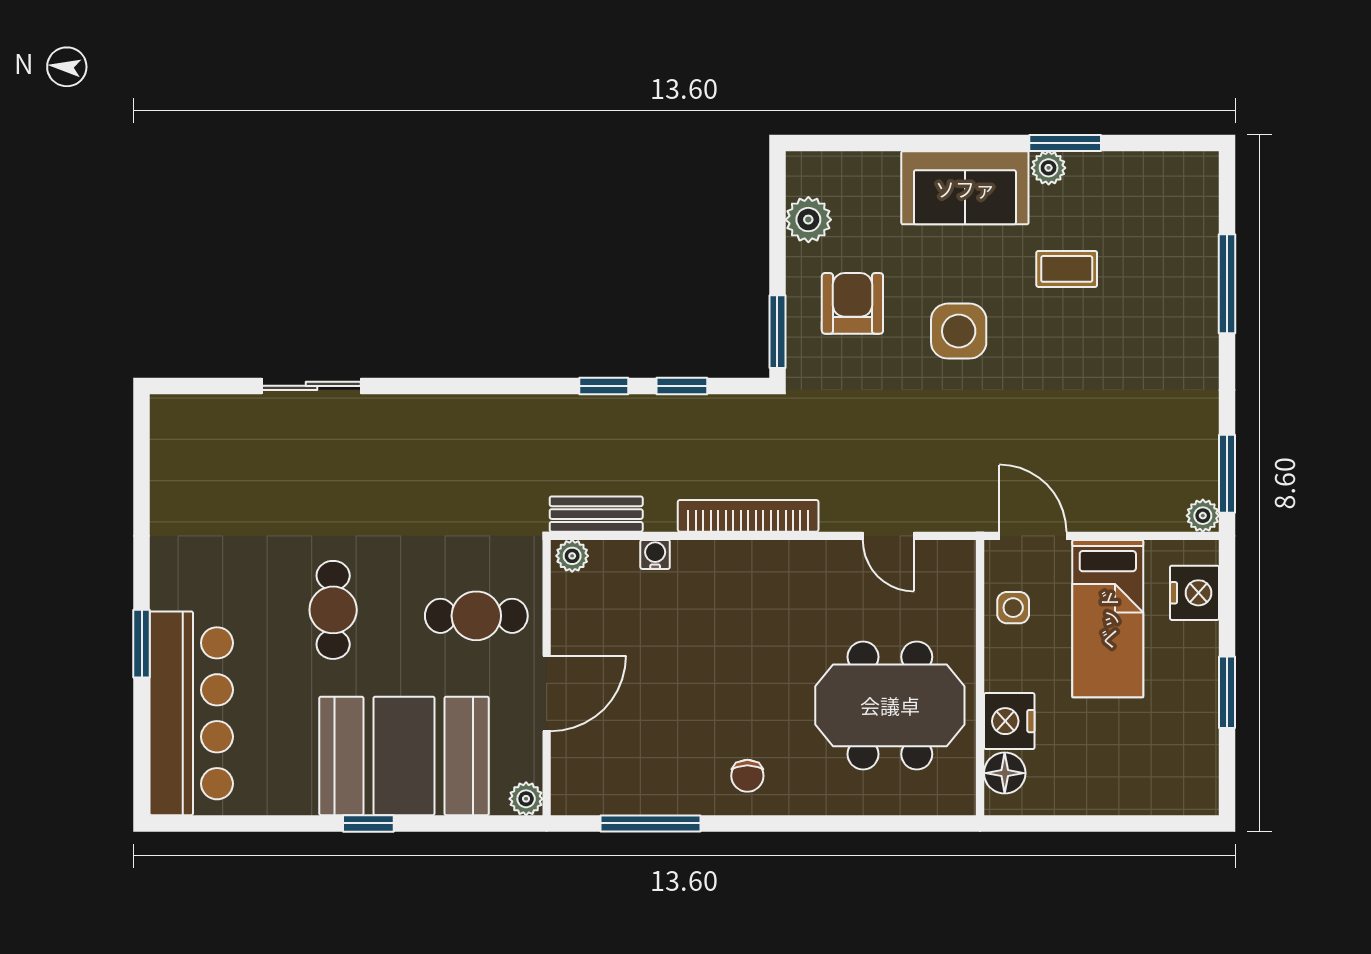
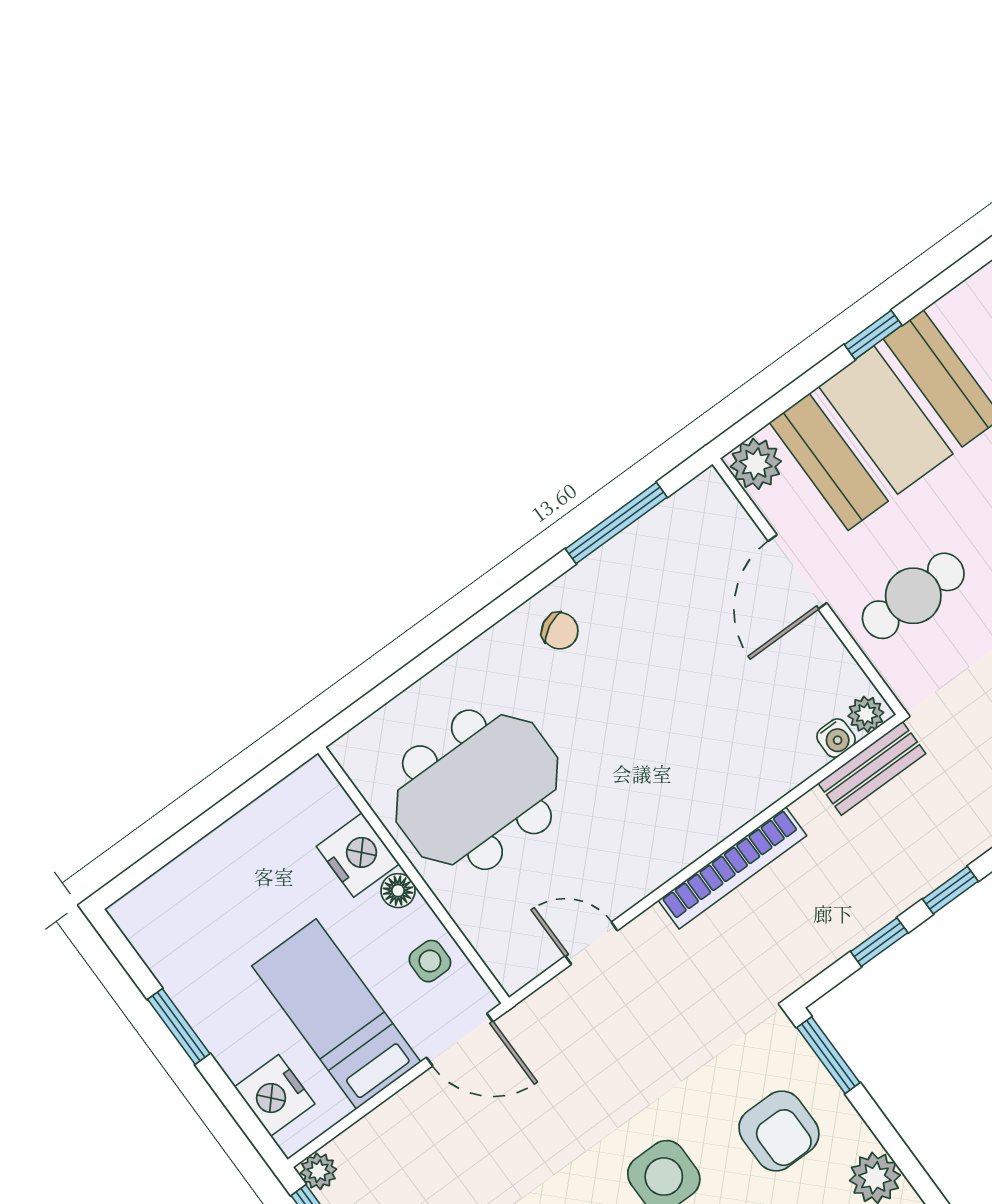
water cooler: (655, 554) -> (836, 738), moved
floor lamp: (1005, 773) -> (398, 891), moved, width x0.73, depth x0.73
chair: (747, 776) -> (560, 631), turned 153
plant: (526, 799) -> (756, 464), width x1.38, depth x1.38

